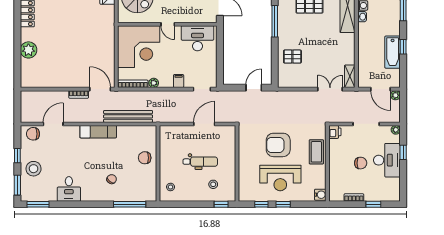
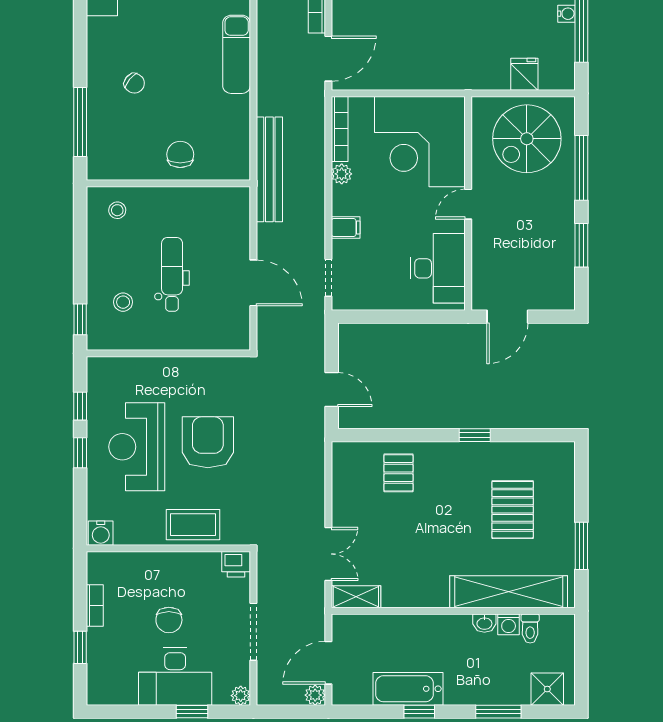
window: (275, 21) -> (475, 435), width x0.46
bench: (128, 116) -> (269, 169), moved
dental chair: (200, 162) -> (172, 274), turned 180

